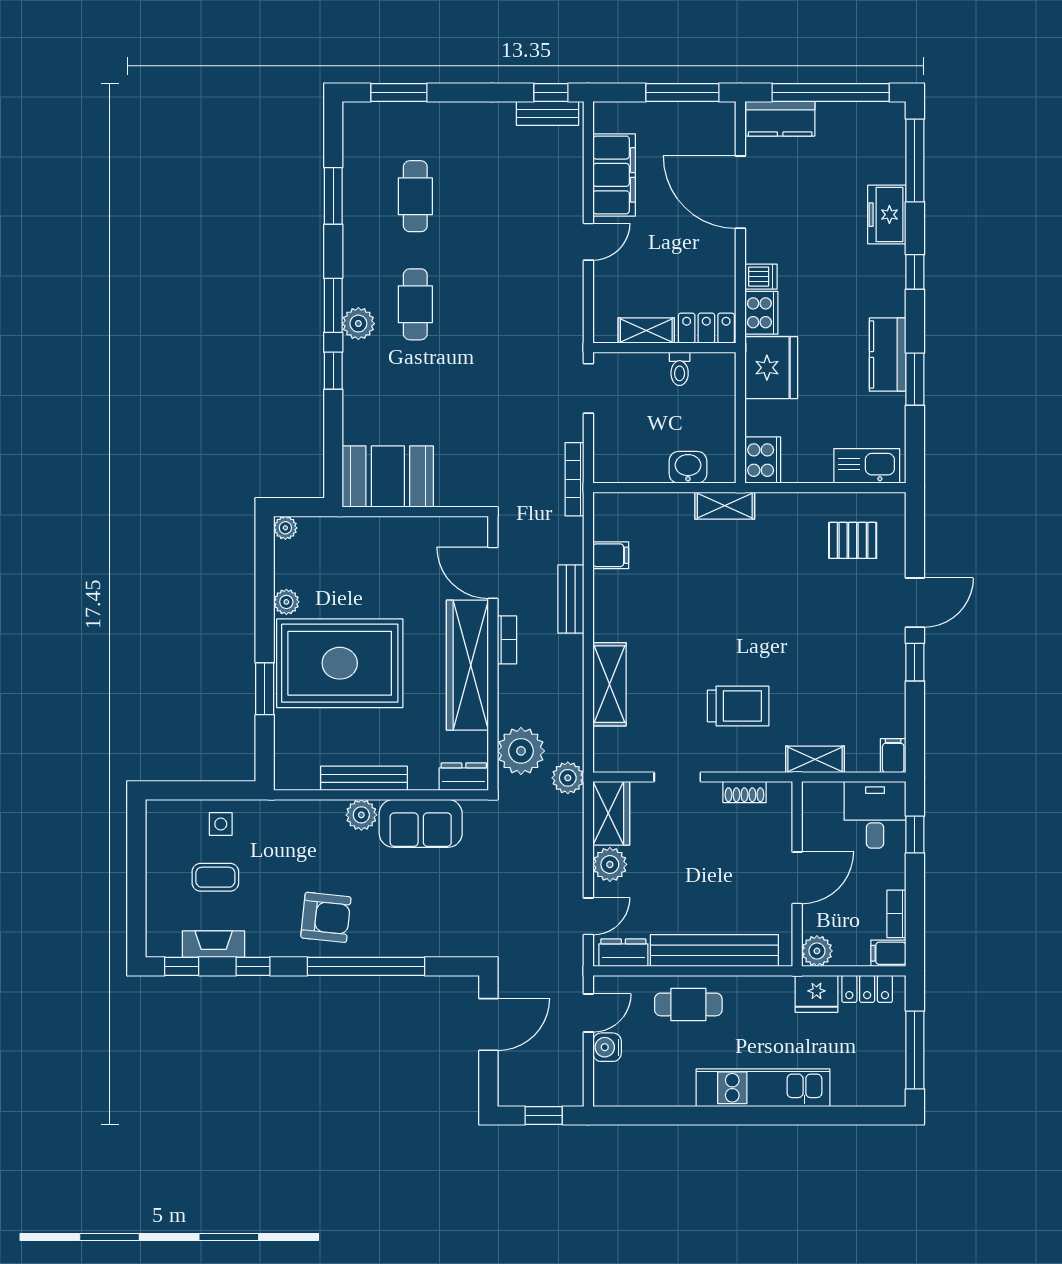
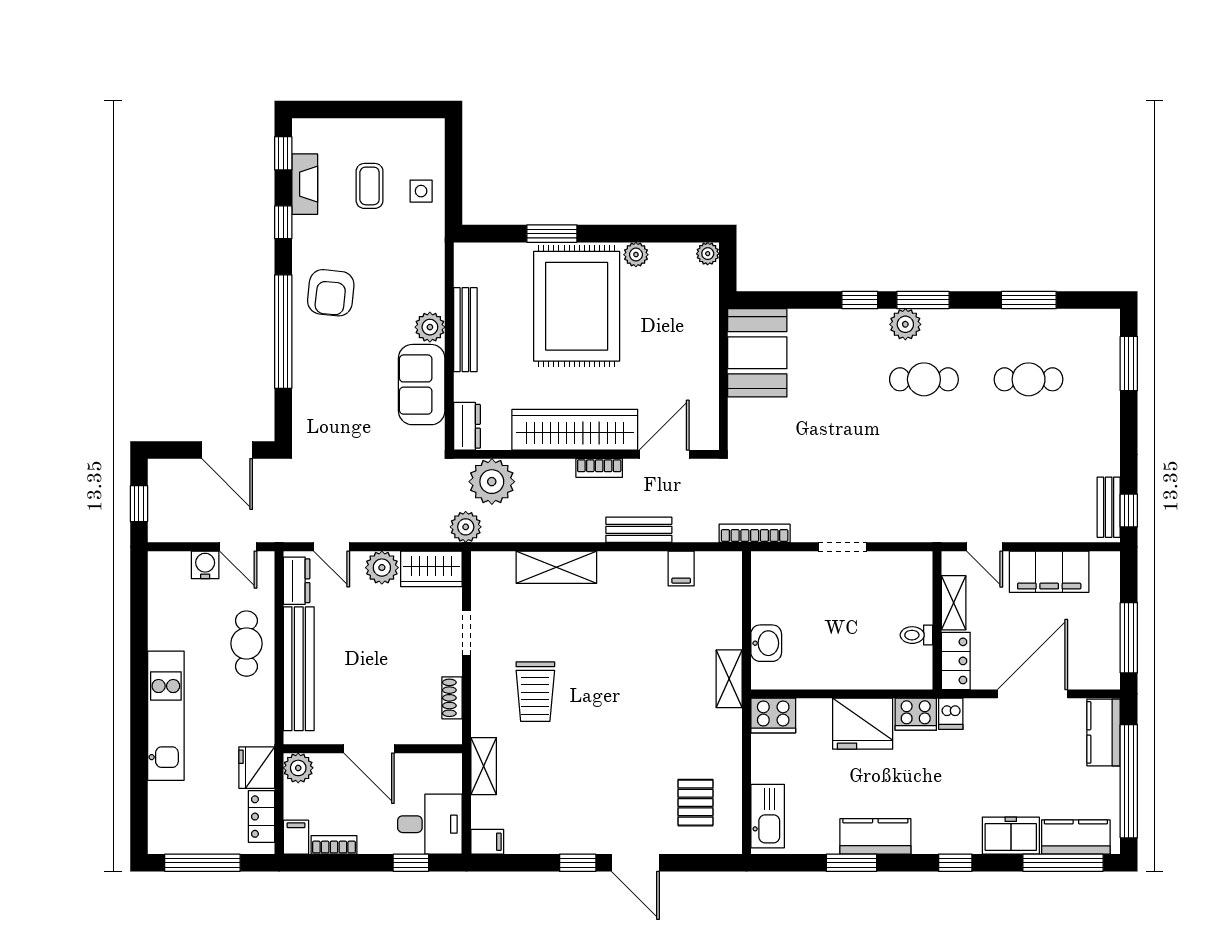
kitchen counter: (888, 147) -> (1076, 837), added
locker: (706, 328) -> (956, 661), moved
shelving: (646, 330) -> (954, 603), moved
wall: (664, 348) -> (937, 620), moved
toilet: (680, 369) -> (916, 635), moved

